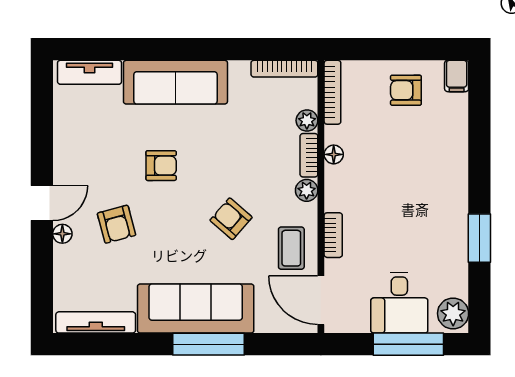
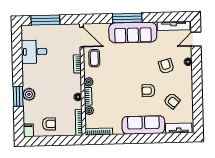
door: (42, 203) -> (196, 39), moved
armchair: (231, 219) -> (172, 101), moved
window: (479, 238) -> (18, 96), moved
desk: (399, 303) -> (34, 52), moved, turned -90
plant: (453, 313) -> (29, 94), moved

